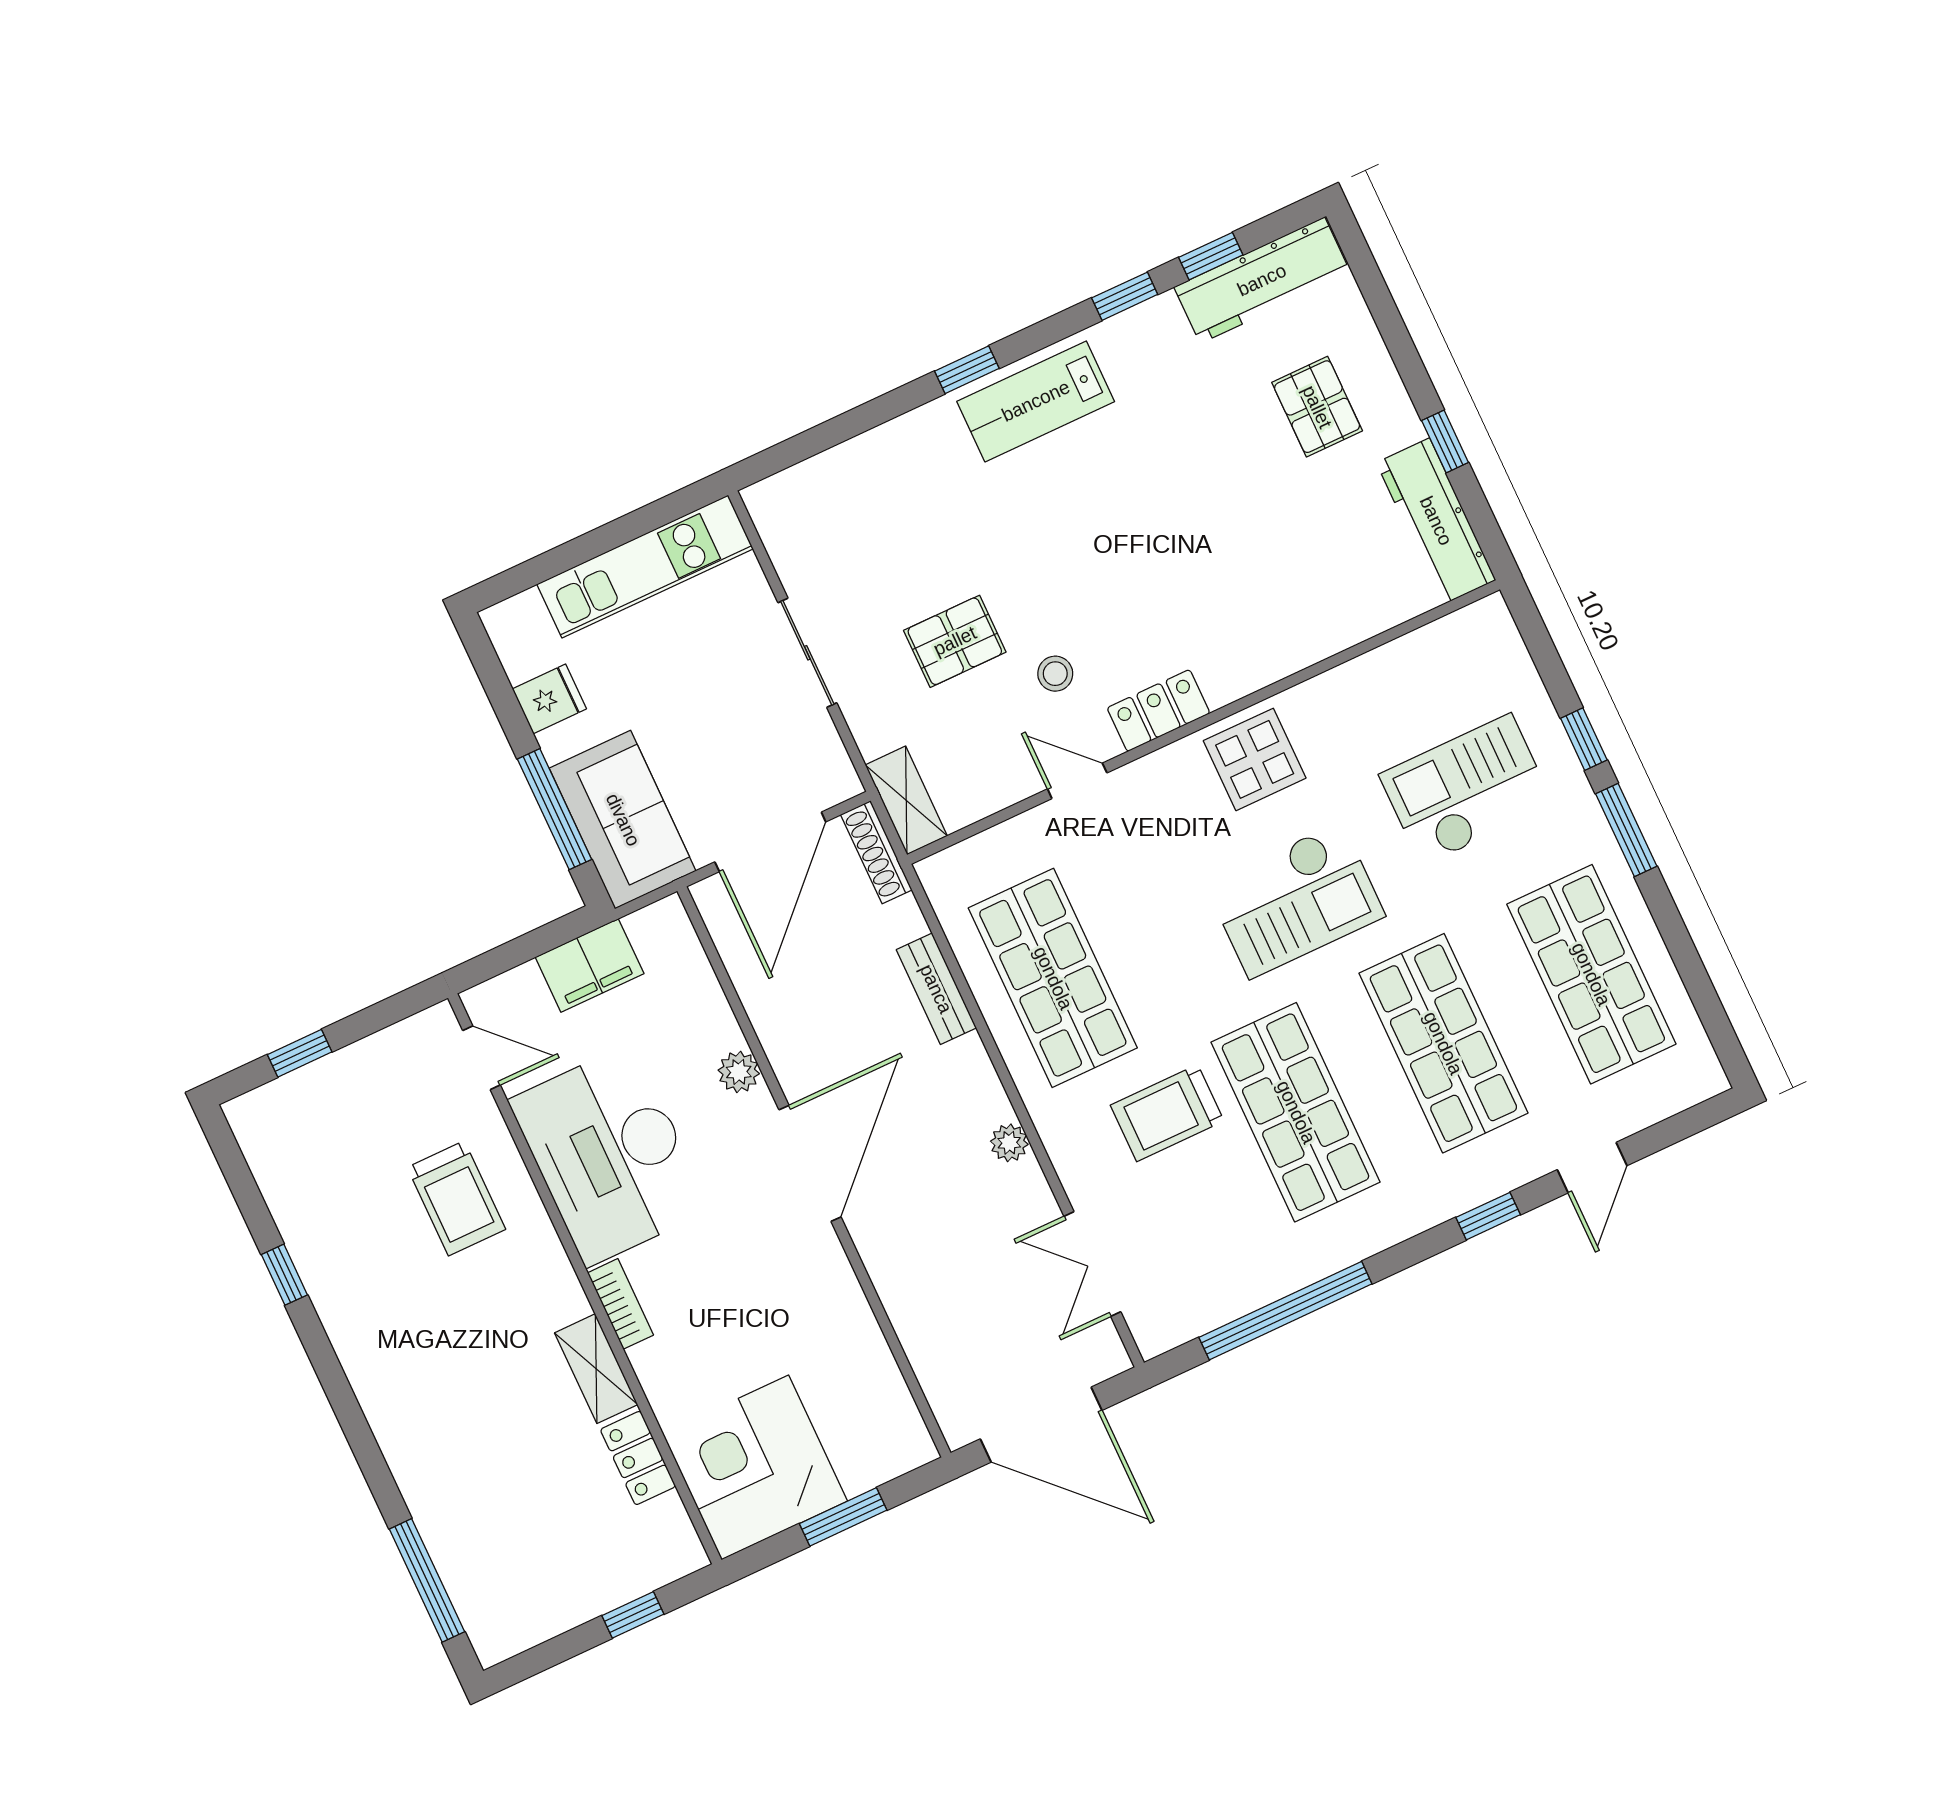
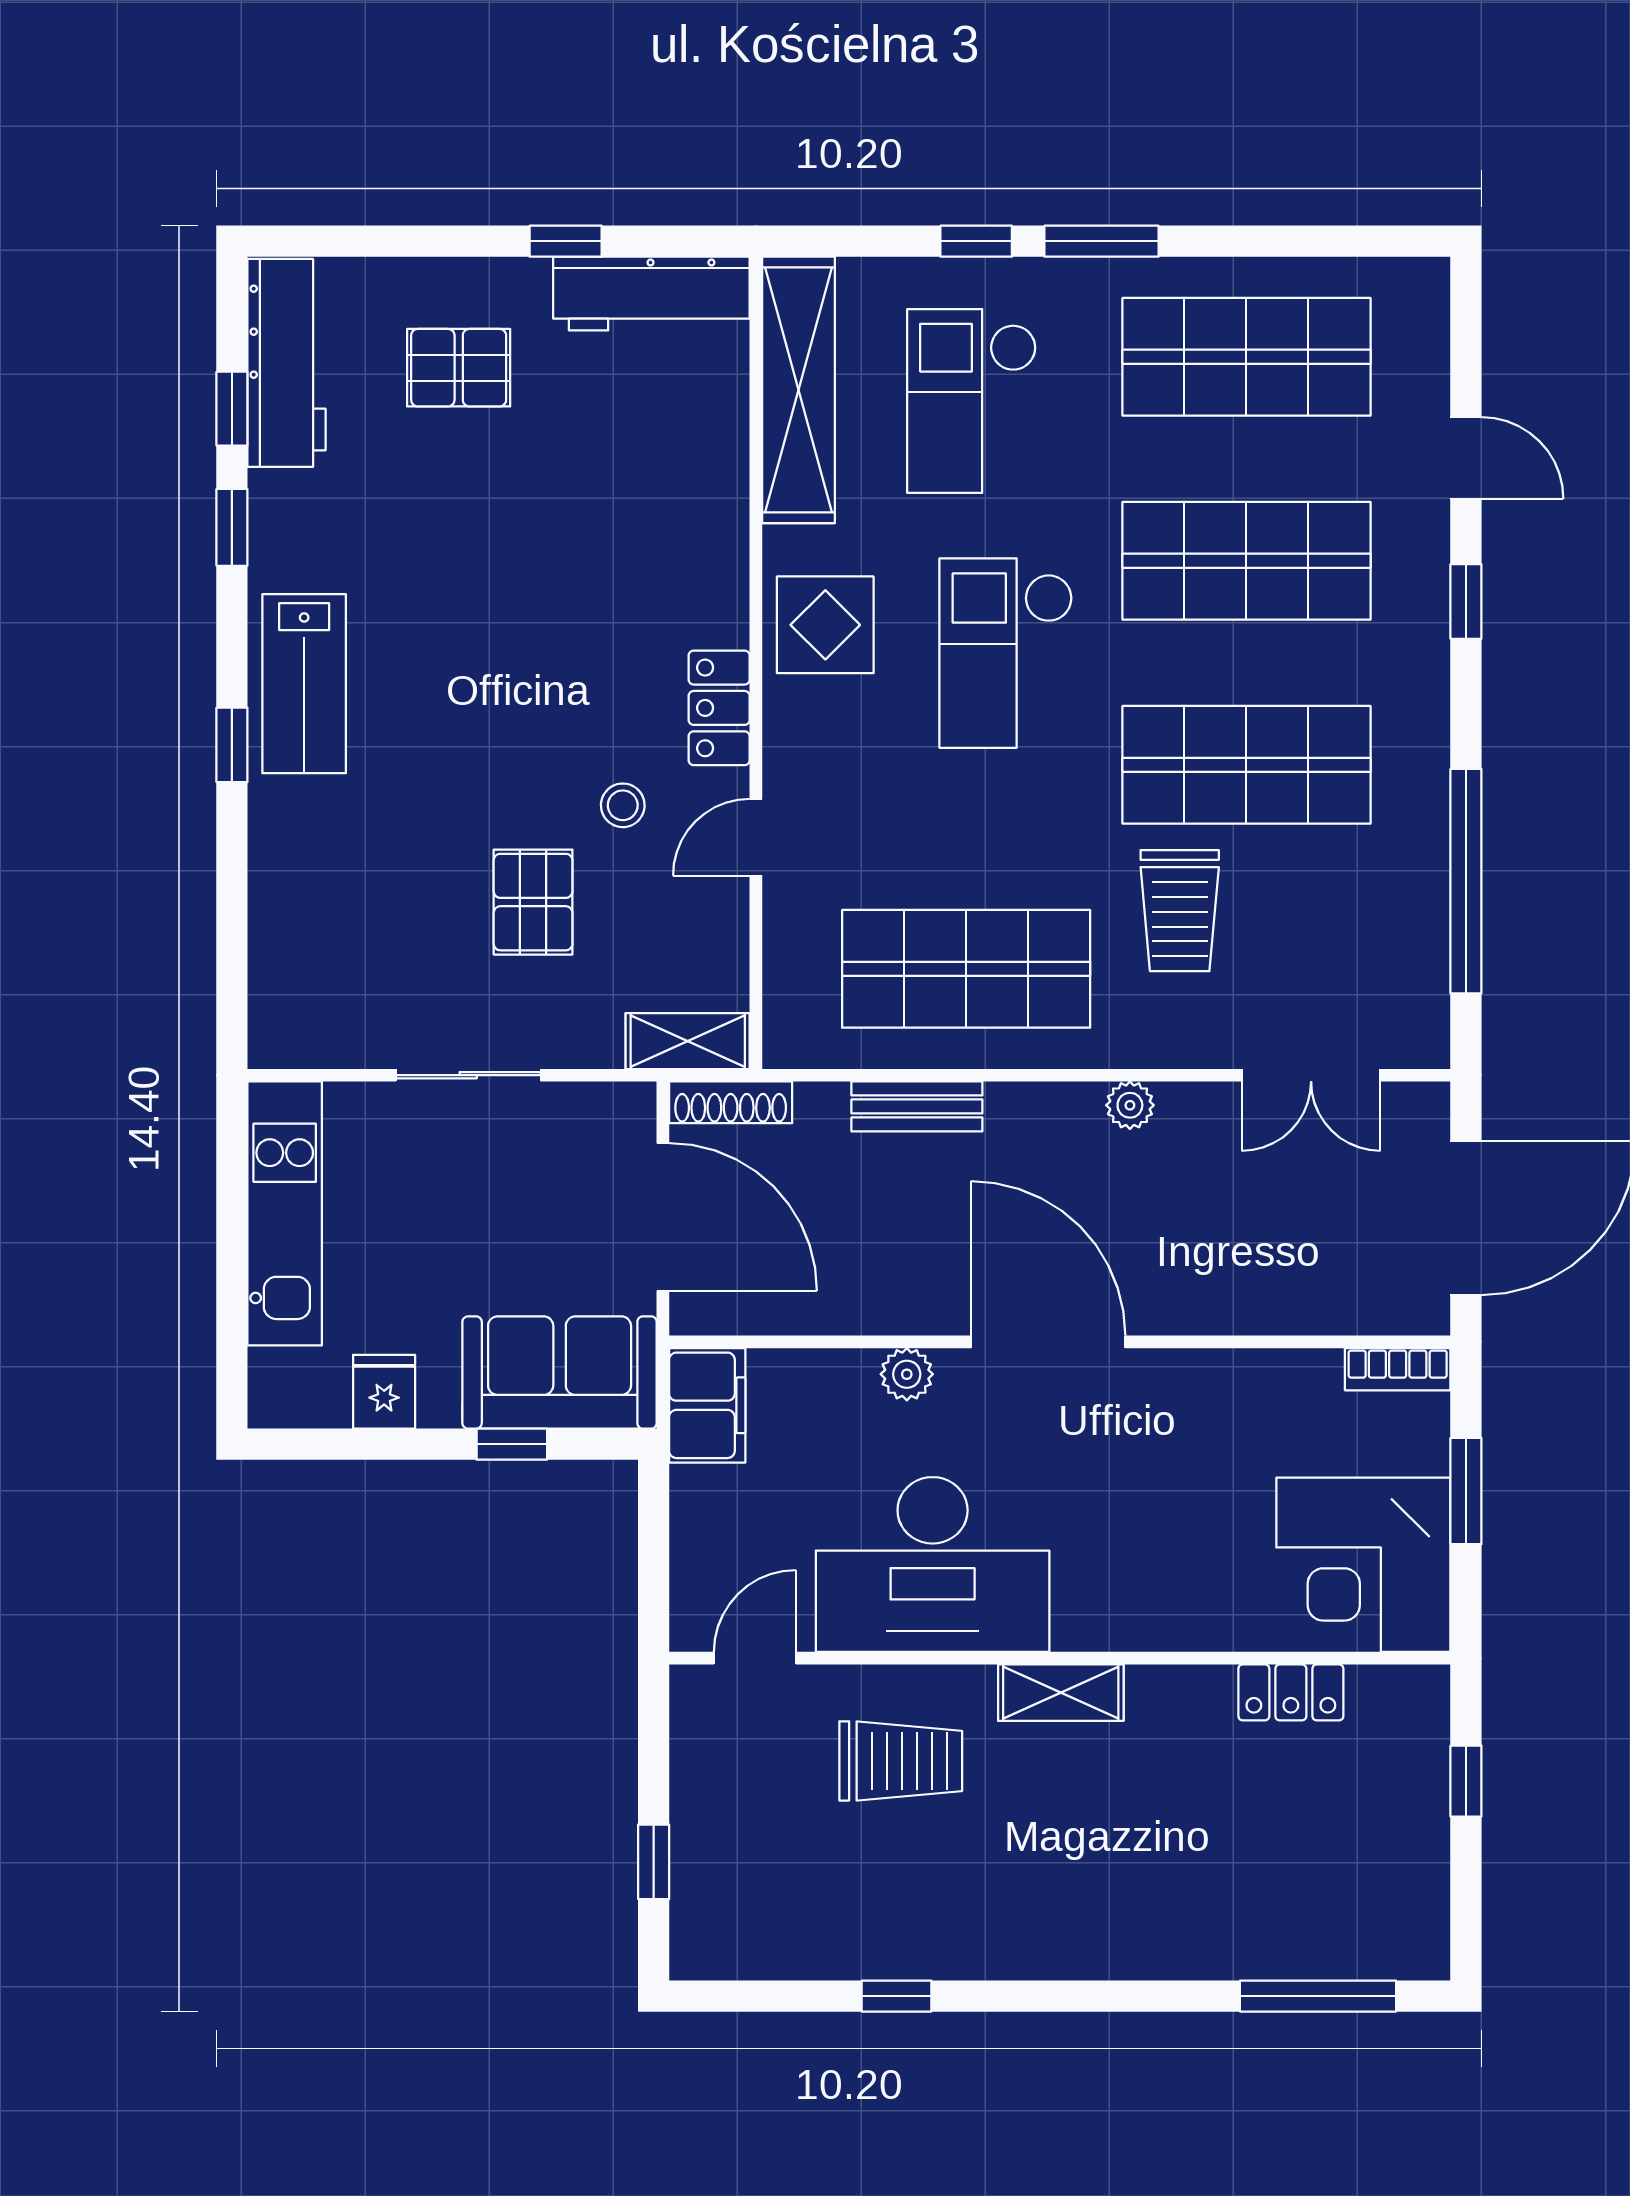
shelving: (1416, 661) -> (798, 390), added
window: (555, 809) -> (512, 1444), width x0.46
checkout: (1295, 900) -> (1006, 653), turned 180
filing cabinet: (590, 965) -> (707, 1405), moved
bookcase: (620, 1304) -> (1398, 1369), moved, turned 180
shelving: (596, 1369) -> (1061, 1693), moved

